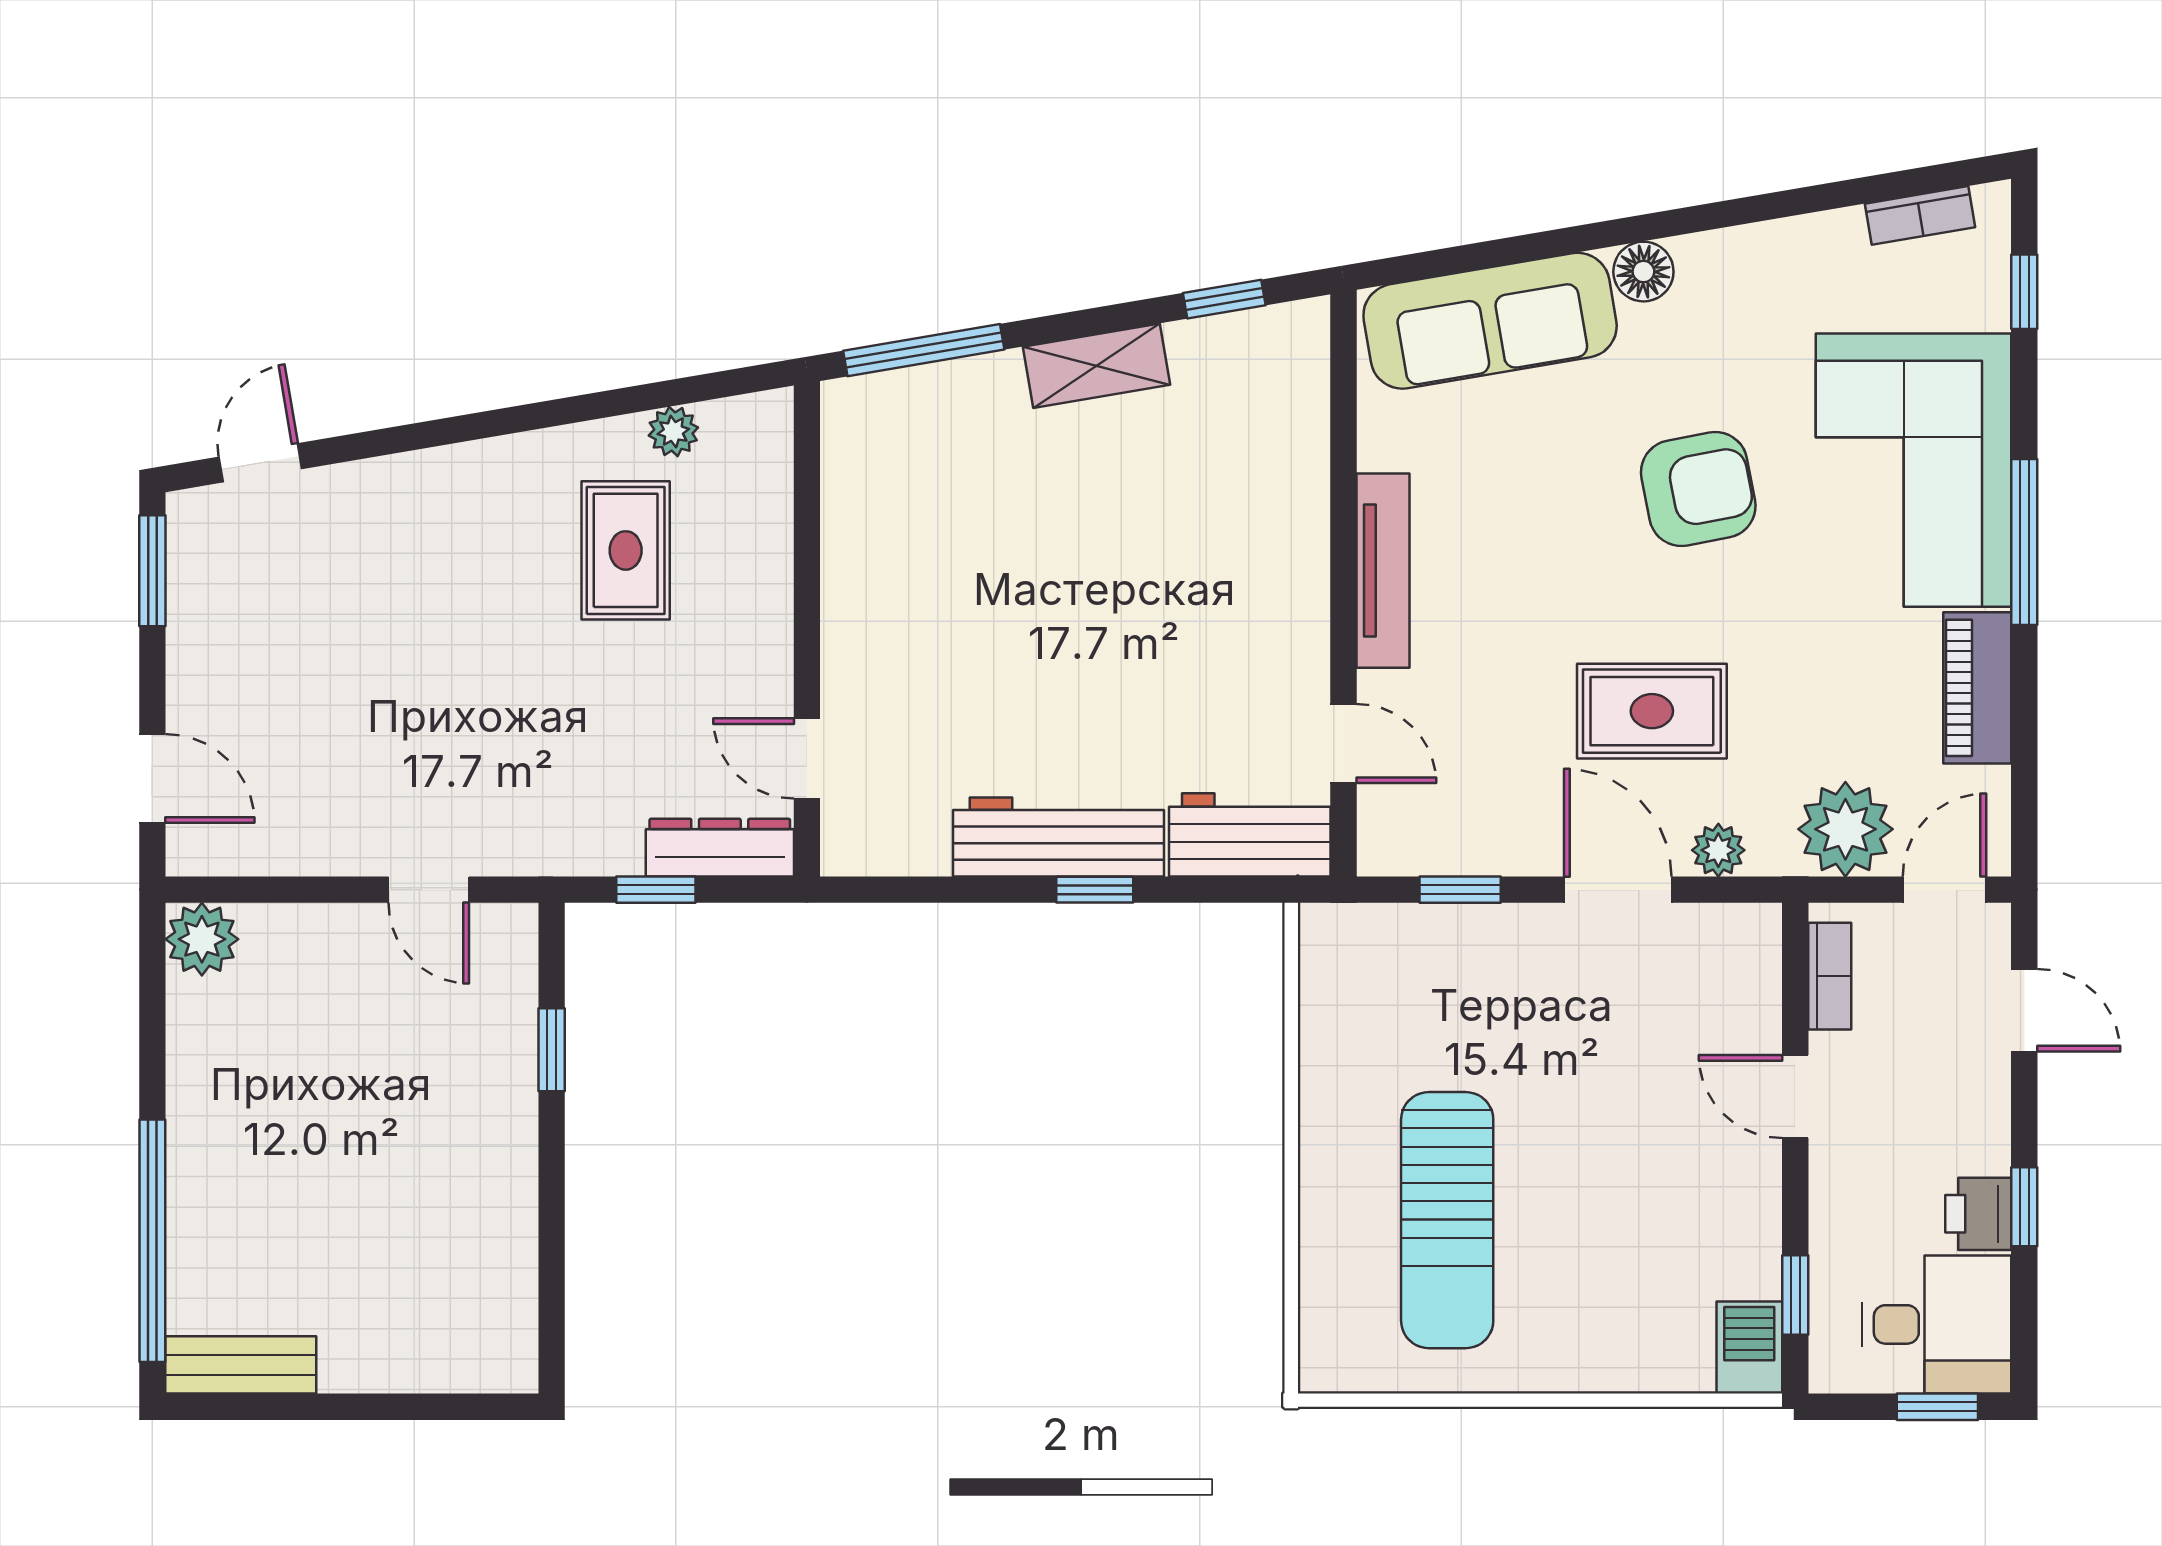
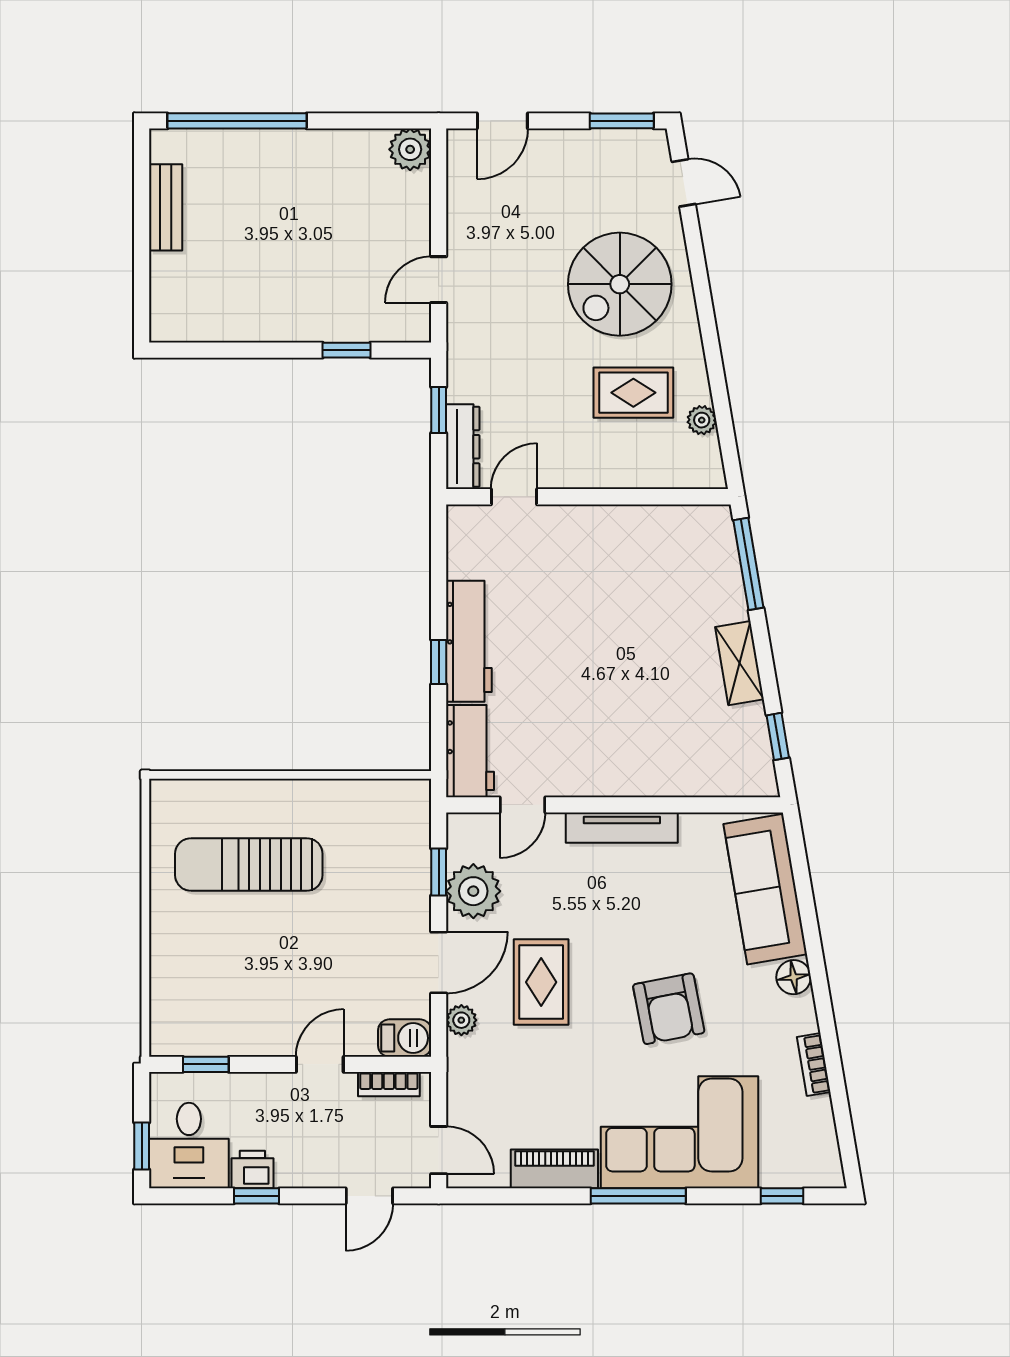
bookcase: (1920, 215) -> (814, 1065), moved
spiral stairs: (437, 574) -> (620, 284), added
plant: (1845, 829) -> (473, 891), moved
barbecue: (1749, 1348) -> (405, 1038), moved
bench: (241, 1365) -> (166, 207), moved

